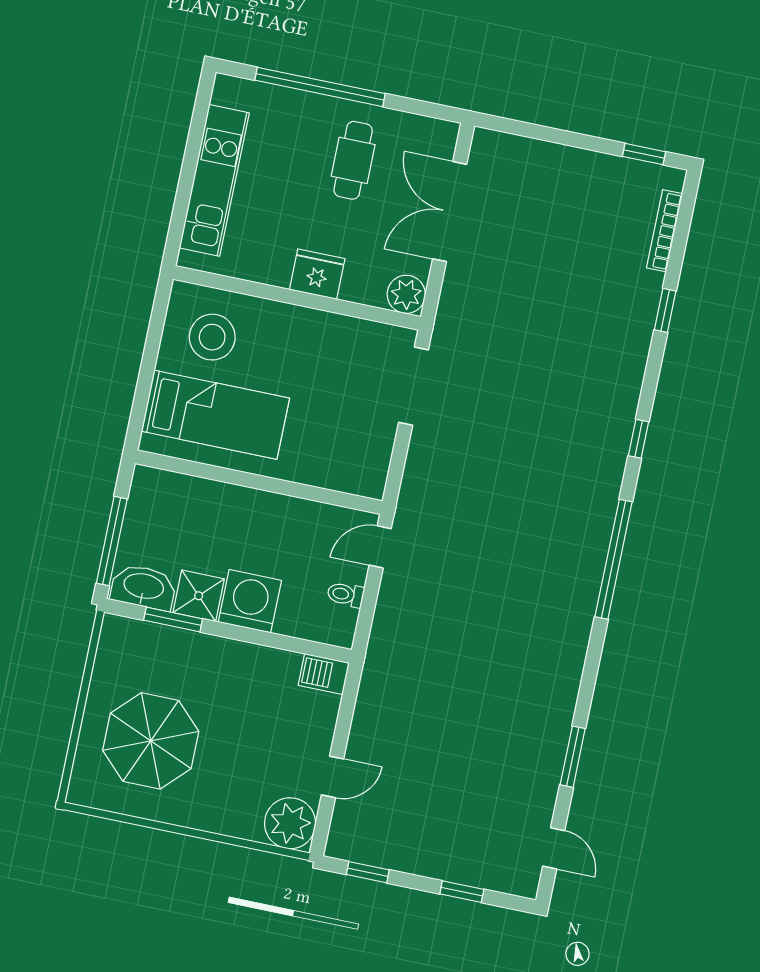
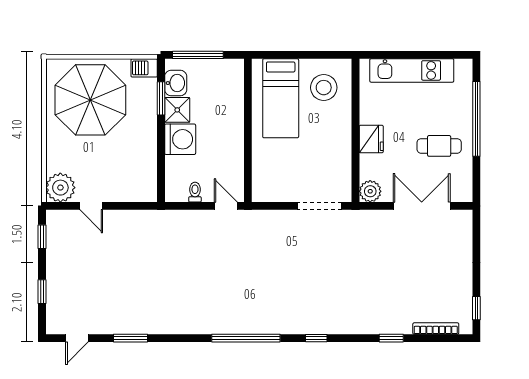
washbasin: (144, 587) -> (176, 83), width x0.72
barbecue: (324, 674) -> (144, 68), moved, turned -90
parasol: (151, 741) -> (90, 100), width x1.36, depth x1.36

